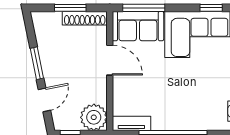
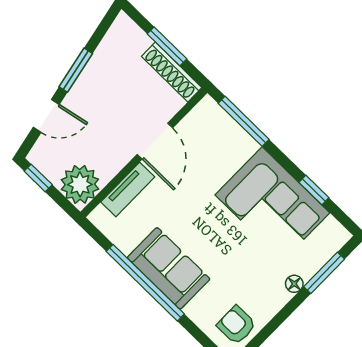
sofa: (138, 26) -> (169, 268), moved, turned 180
tv unit: (131, 123) -> (128, 189), moved, turned 90

